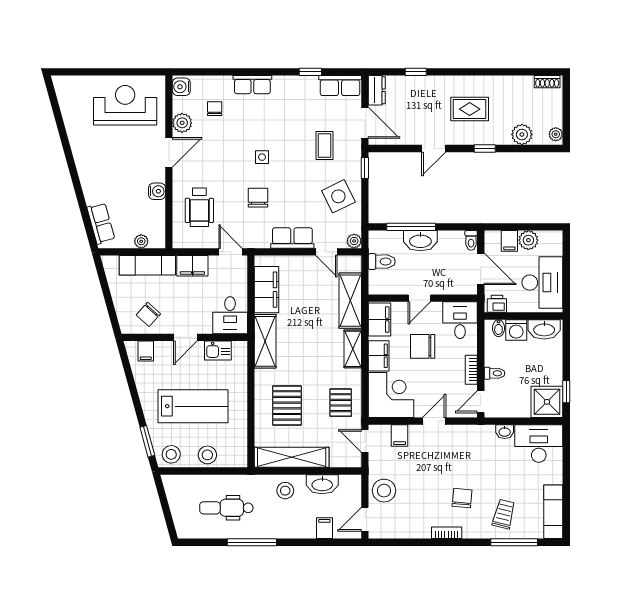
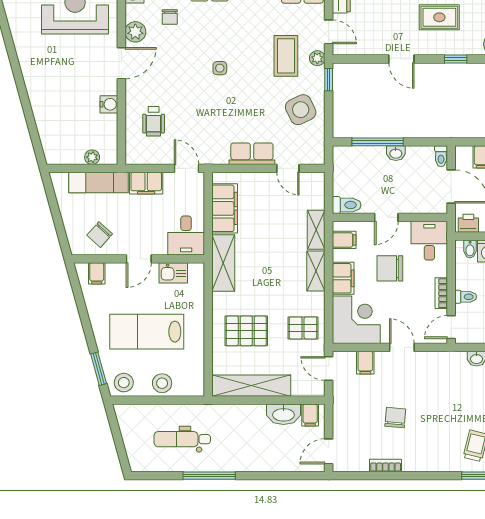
chair: (215, 109) -> (170, 17), turned 180
door: (365, 123) -> (329, 32), width x0.73
coffee table: (324, 145) -> (286, 56), width x1.36, depth x1.30
door: (434, 148) -> (401, 59), hinge flipped
chair: (258, 198) -> (216, 111), removed
wheelchair: (199, 207) -> (154, 121), width x0.73, depth x0.73
row of seats: (101, 223) -> (49, 138), removed
plant: (354, 241) -> (317, 58), moved
washbasin: (420, 241) -> (396, 153), width x0.52, depth x0.69
toilet: (382, 262) -> (347, 205), moved
shelving: (350, 301) -> (316, 230), width x0.67, depth x0.75
filing cabinet: (380, 320) -> (344, 240), width x0.50
pallet: (341, 403) -> (303, 328), turned 90
pallet: (287, 405) -> (246, 331), turned 90
lab bench: (193, 406) -> (147, 332), turned 180
door: (434, 421) -> (402, 347), hinge flipped
stool: (285, 491) -> (244, 421), removed
stool: (384, 491) -> (349, 421), removed
chair: (462, 498) -> (395, 418), moved
filing cabinet: (324, 528) -> (310, 415), moved, turned 180
bookcase: (447, 533) -> (386, 466), moved

